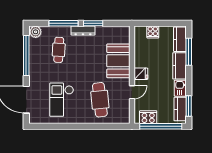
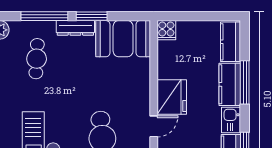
cooker: (153, 32) -> (166, 30), moved
window: (189, 52) -> (245, 82), moved
booth: (118, 61) -> (123, 39), moved, turned 90
fridge: (141, 74) -> (172, 97), width x1.88, depth x1.34

